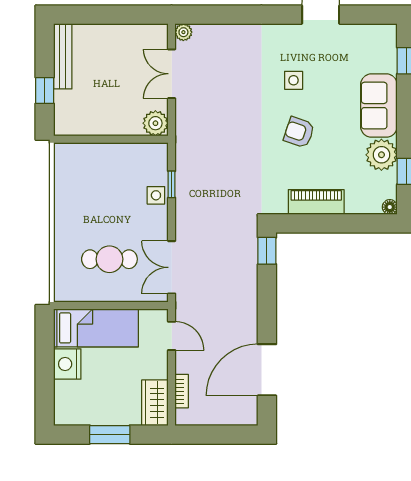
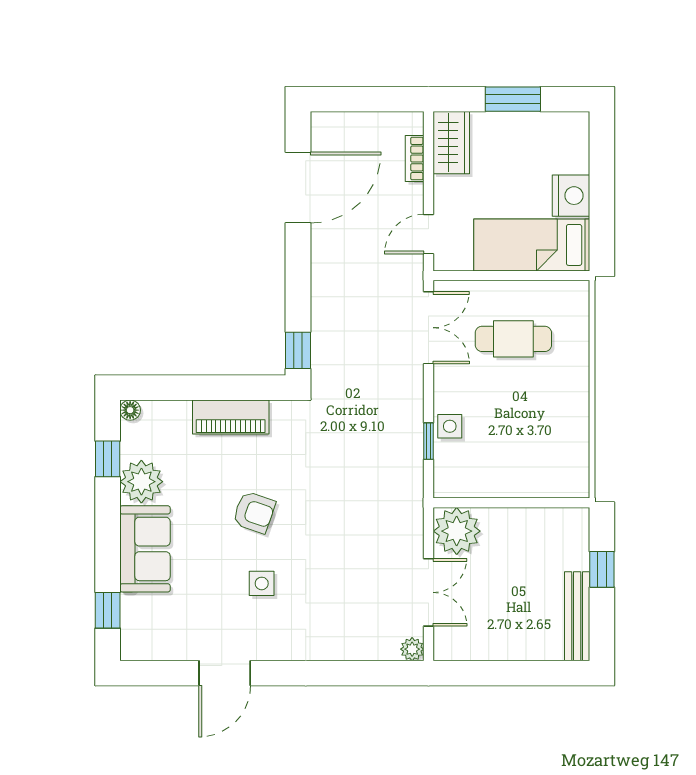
plant: (155, 123) -> (457, 531), width x1.36, depth x1.36
door: (172, 336) -> (428, 234), hinge flipped

